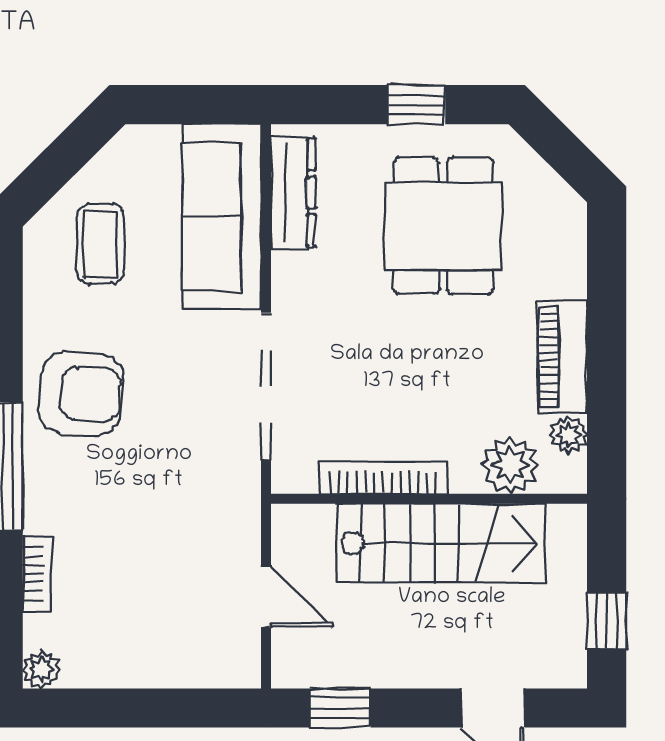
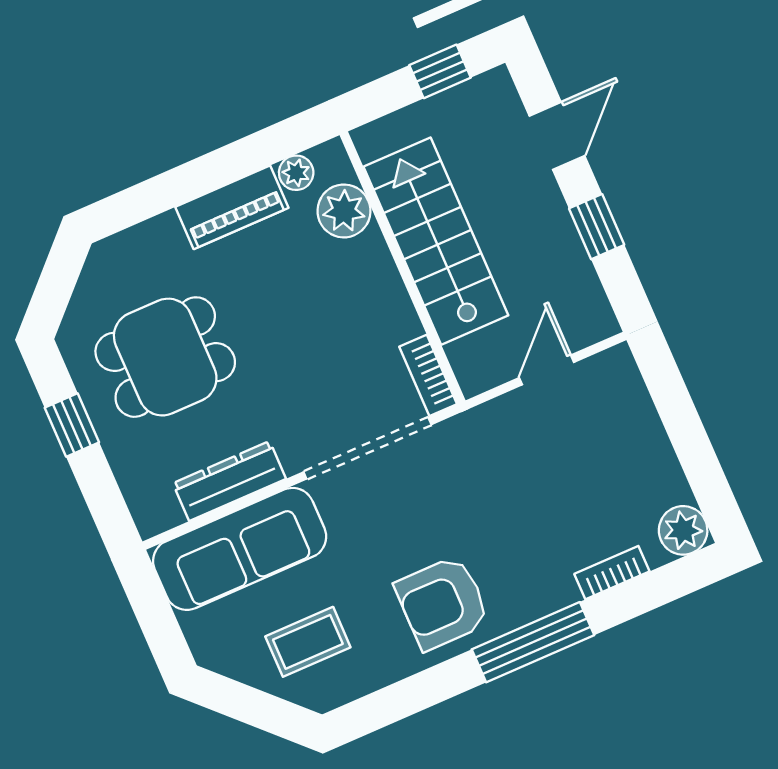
dresser: (293, 192) -> (229, 481), moved
armchair: (81, 394) -> (442, 603), turned -95
bookcase: (383, 478) -> (428, 375), moved, width x0.64
plant: (42, 670) -> (683, 530), width x1.38, depth x1.38
window: (340, 708) -> (597, 227), moved

